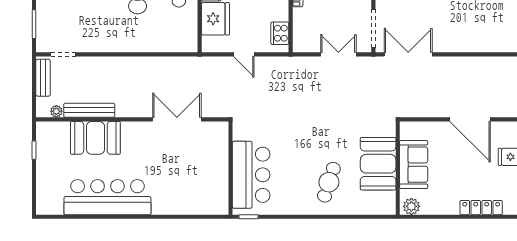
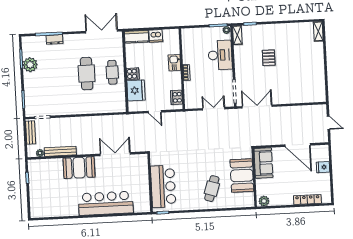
booth: (95, 138) -> (79, 168), moved
sofa: (414, 165) -> (263, 163), moved
bar counter: (107, 197) -> (106, 203), moved

